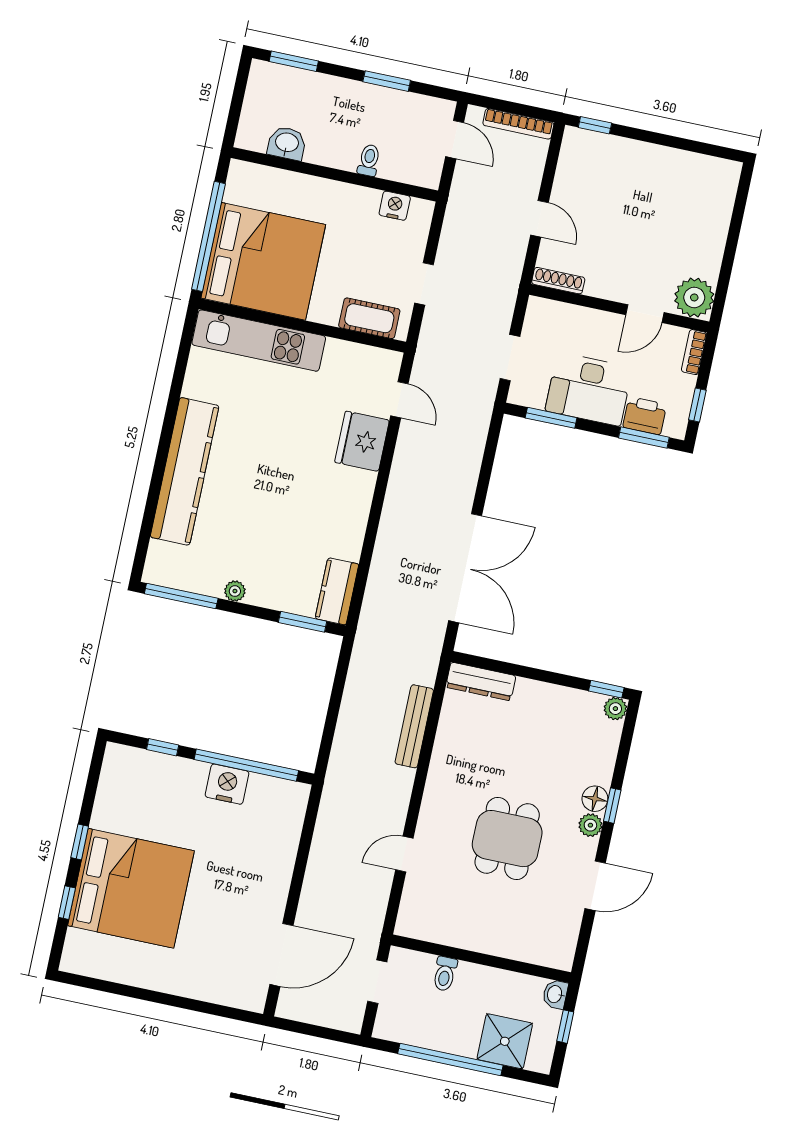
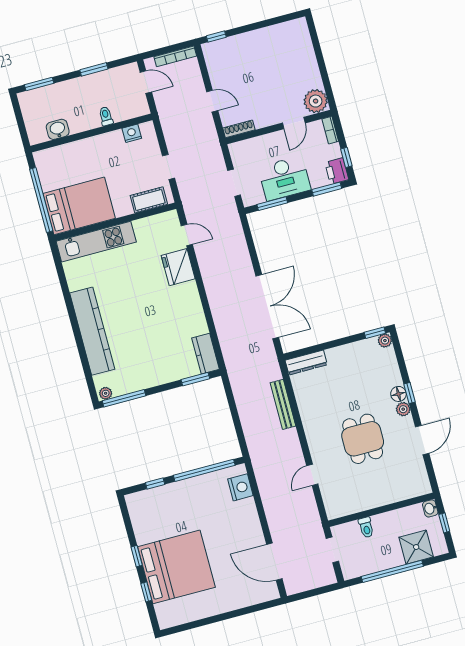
bed: (263, 261) -> (79, 206), width x0.73
printer: (645, 416) -> (337, 171), moved, turned -90
plant: (235, 591) -> (106, 393), moved
nightstand: (227, 784) -> (240, 487), moved, turned 90
door: (281, 955) -> (274, 562), swing flipped

